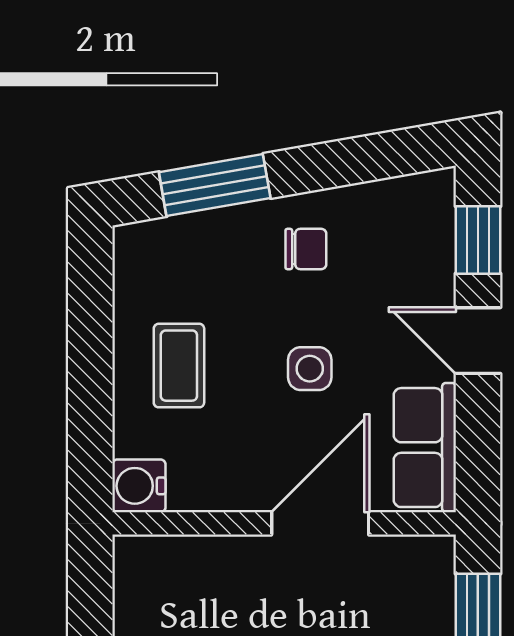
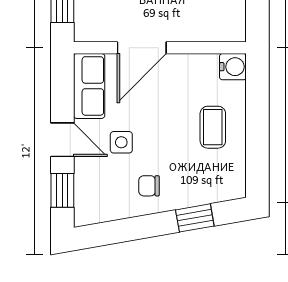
window: (215, 185) -> (195, 218), width x0.67
side table: (310, 369) -> (121, 142), moved

